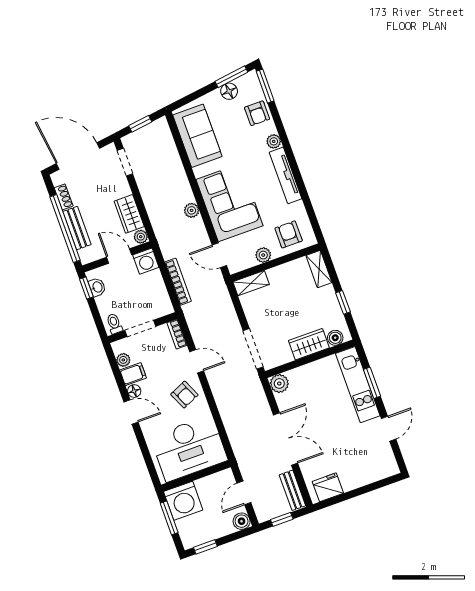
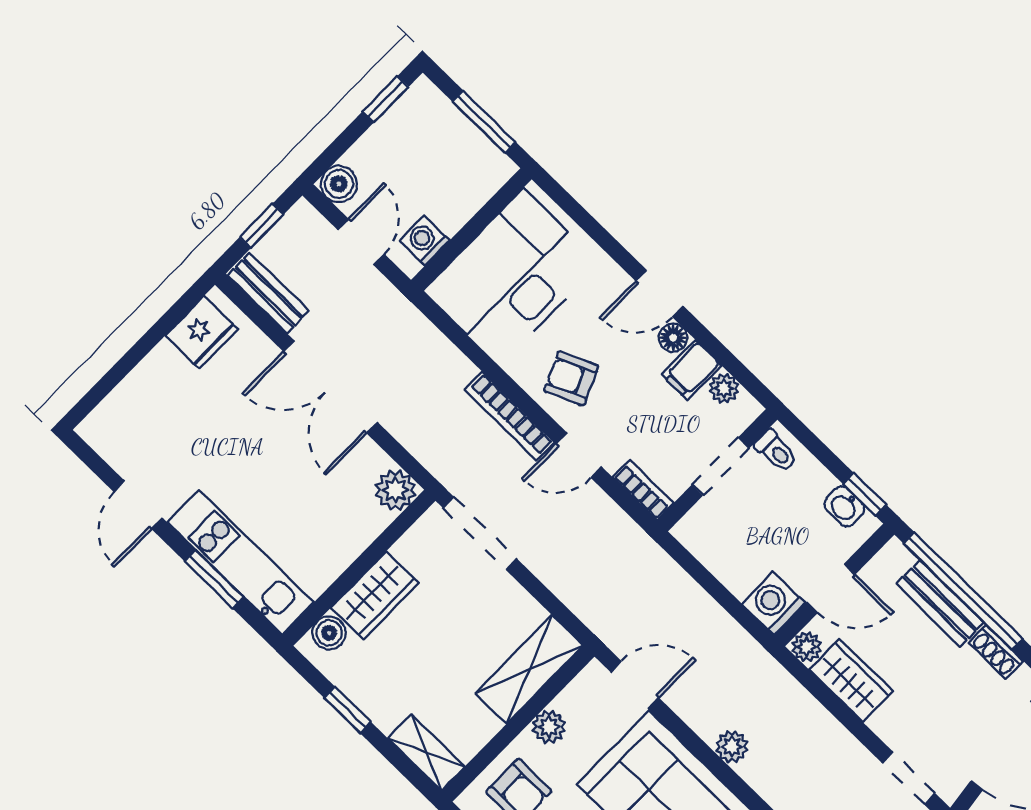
bookcase: (178, 282) -> (509, 416), moved
shelving: (251, 283) -> (529, 669), width x1.50, depth x1.33
washing machine: (183, 501) -> (425, 241), moved, width x0.53, depth x0.53

